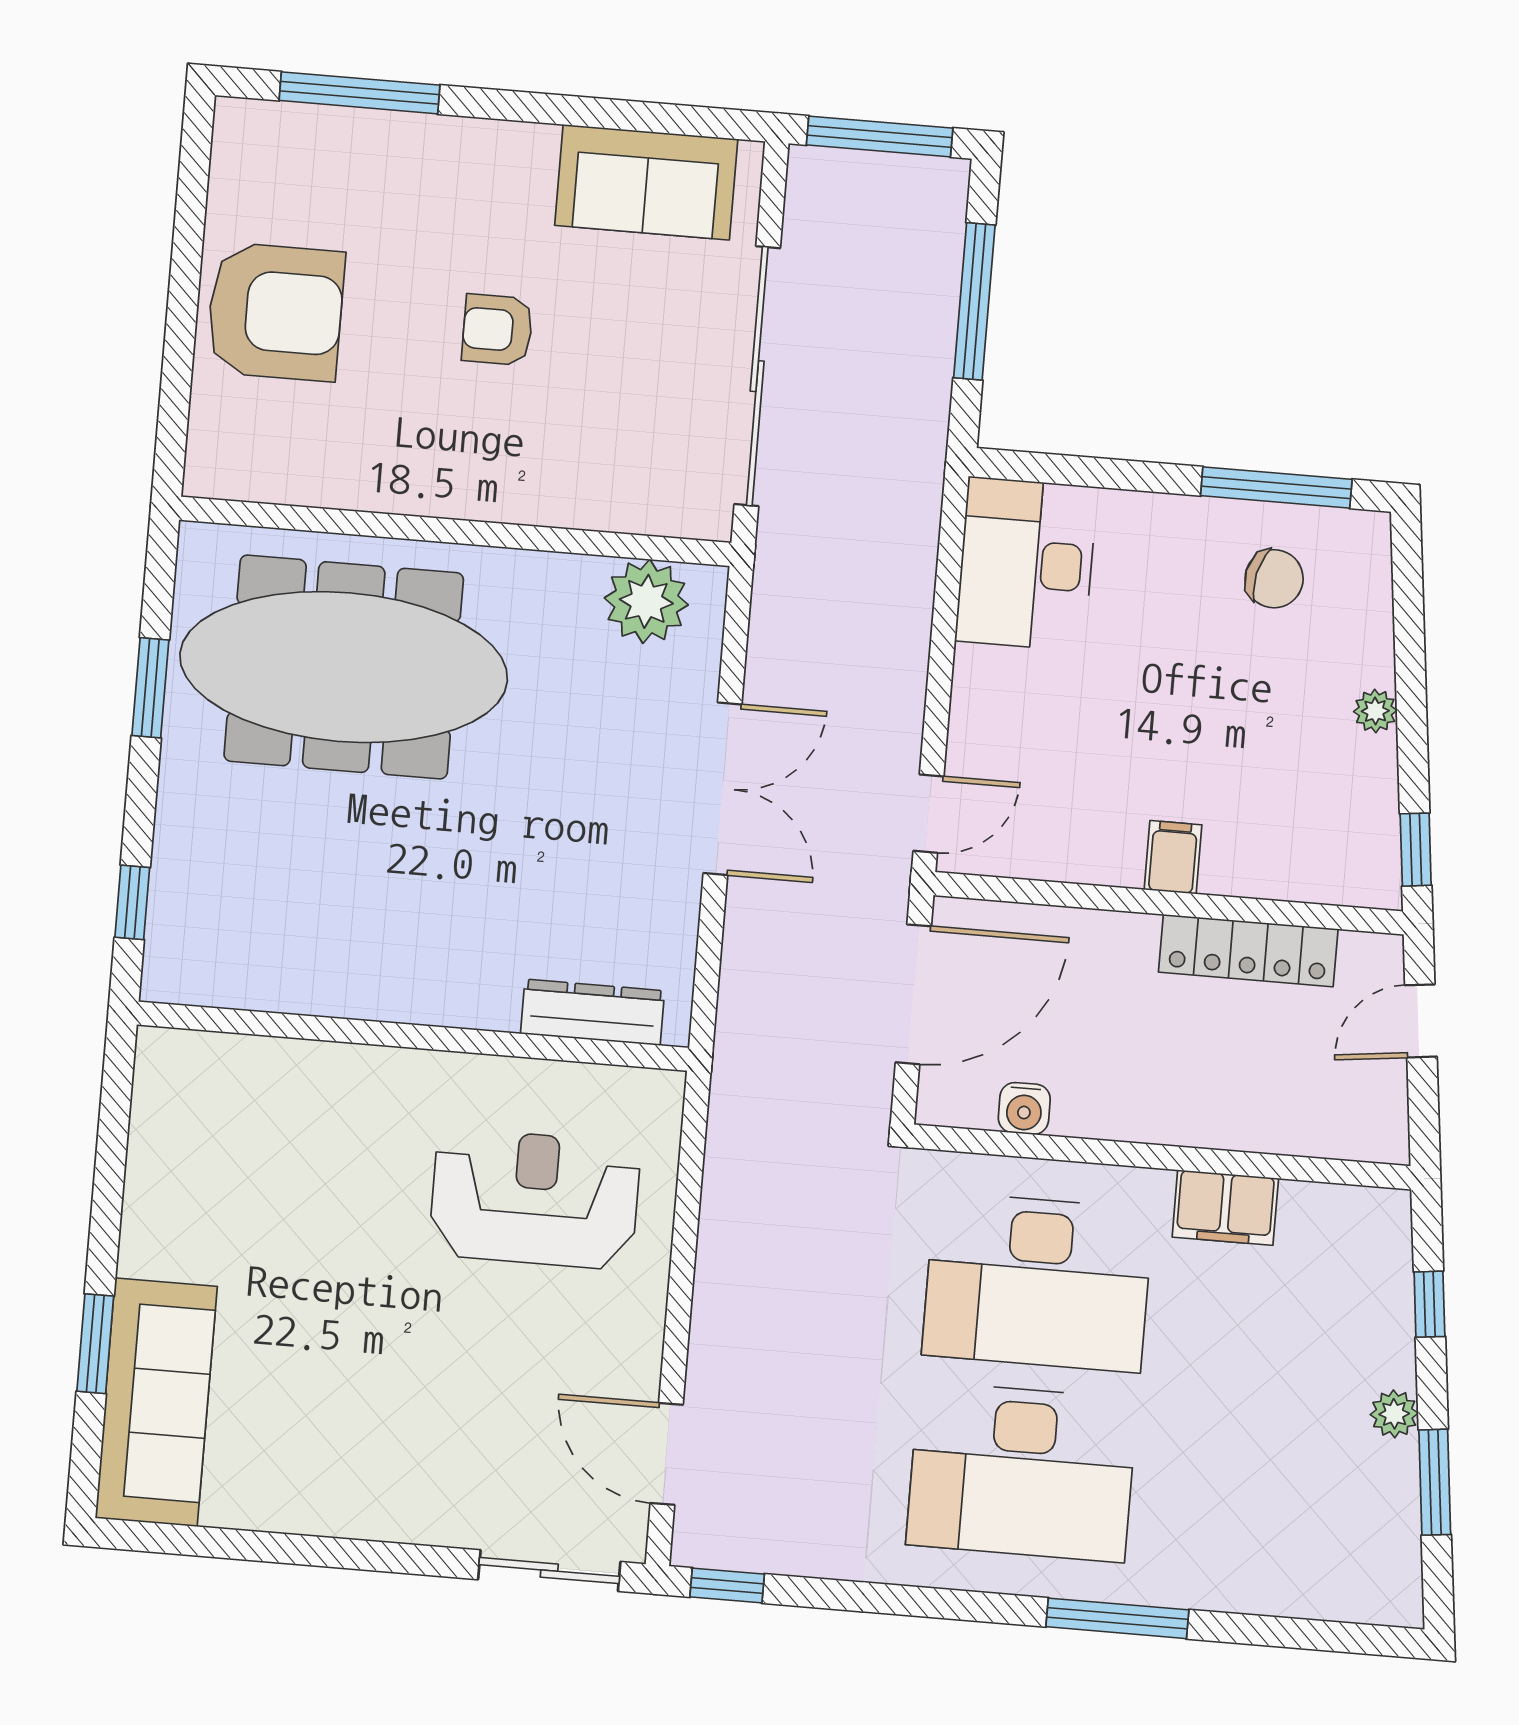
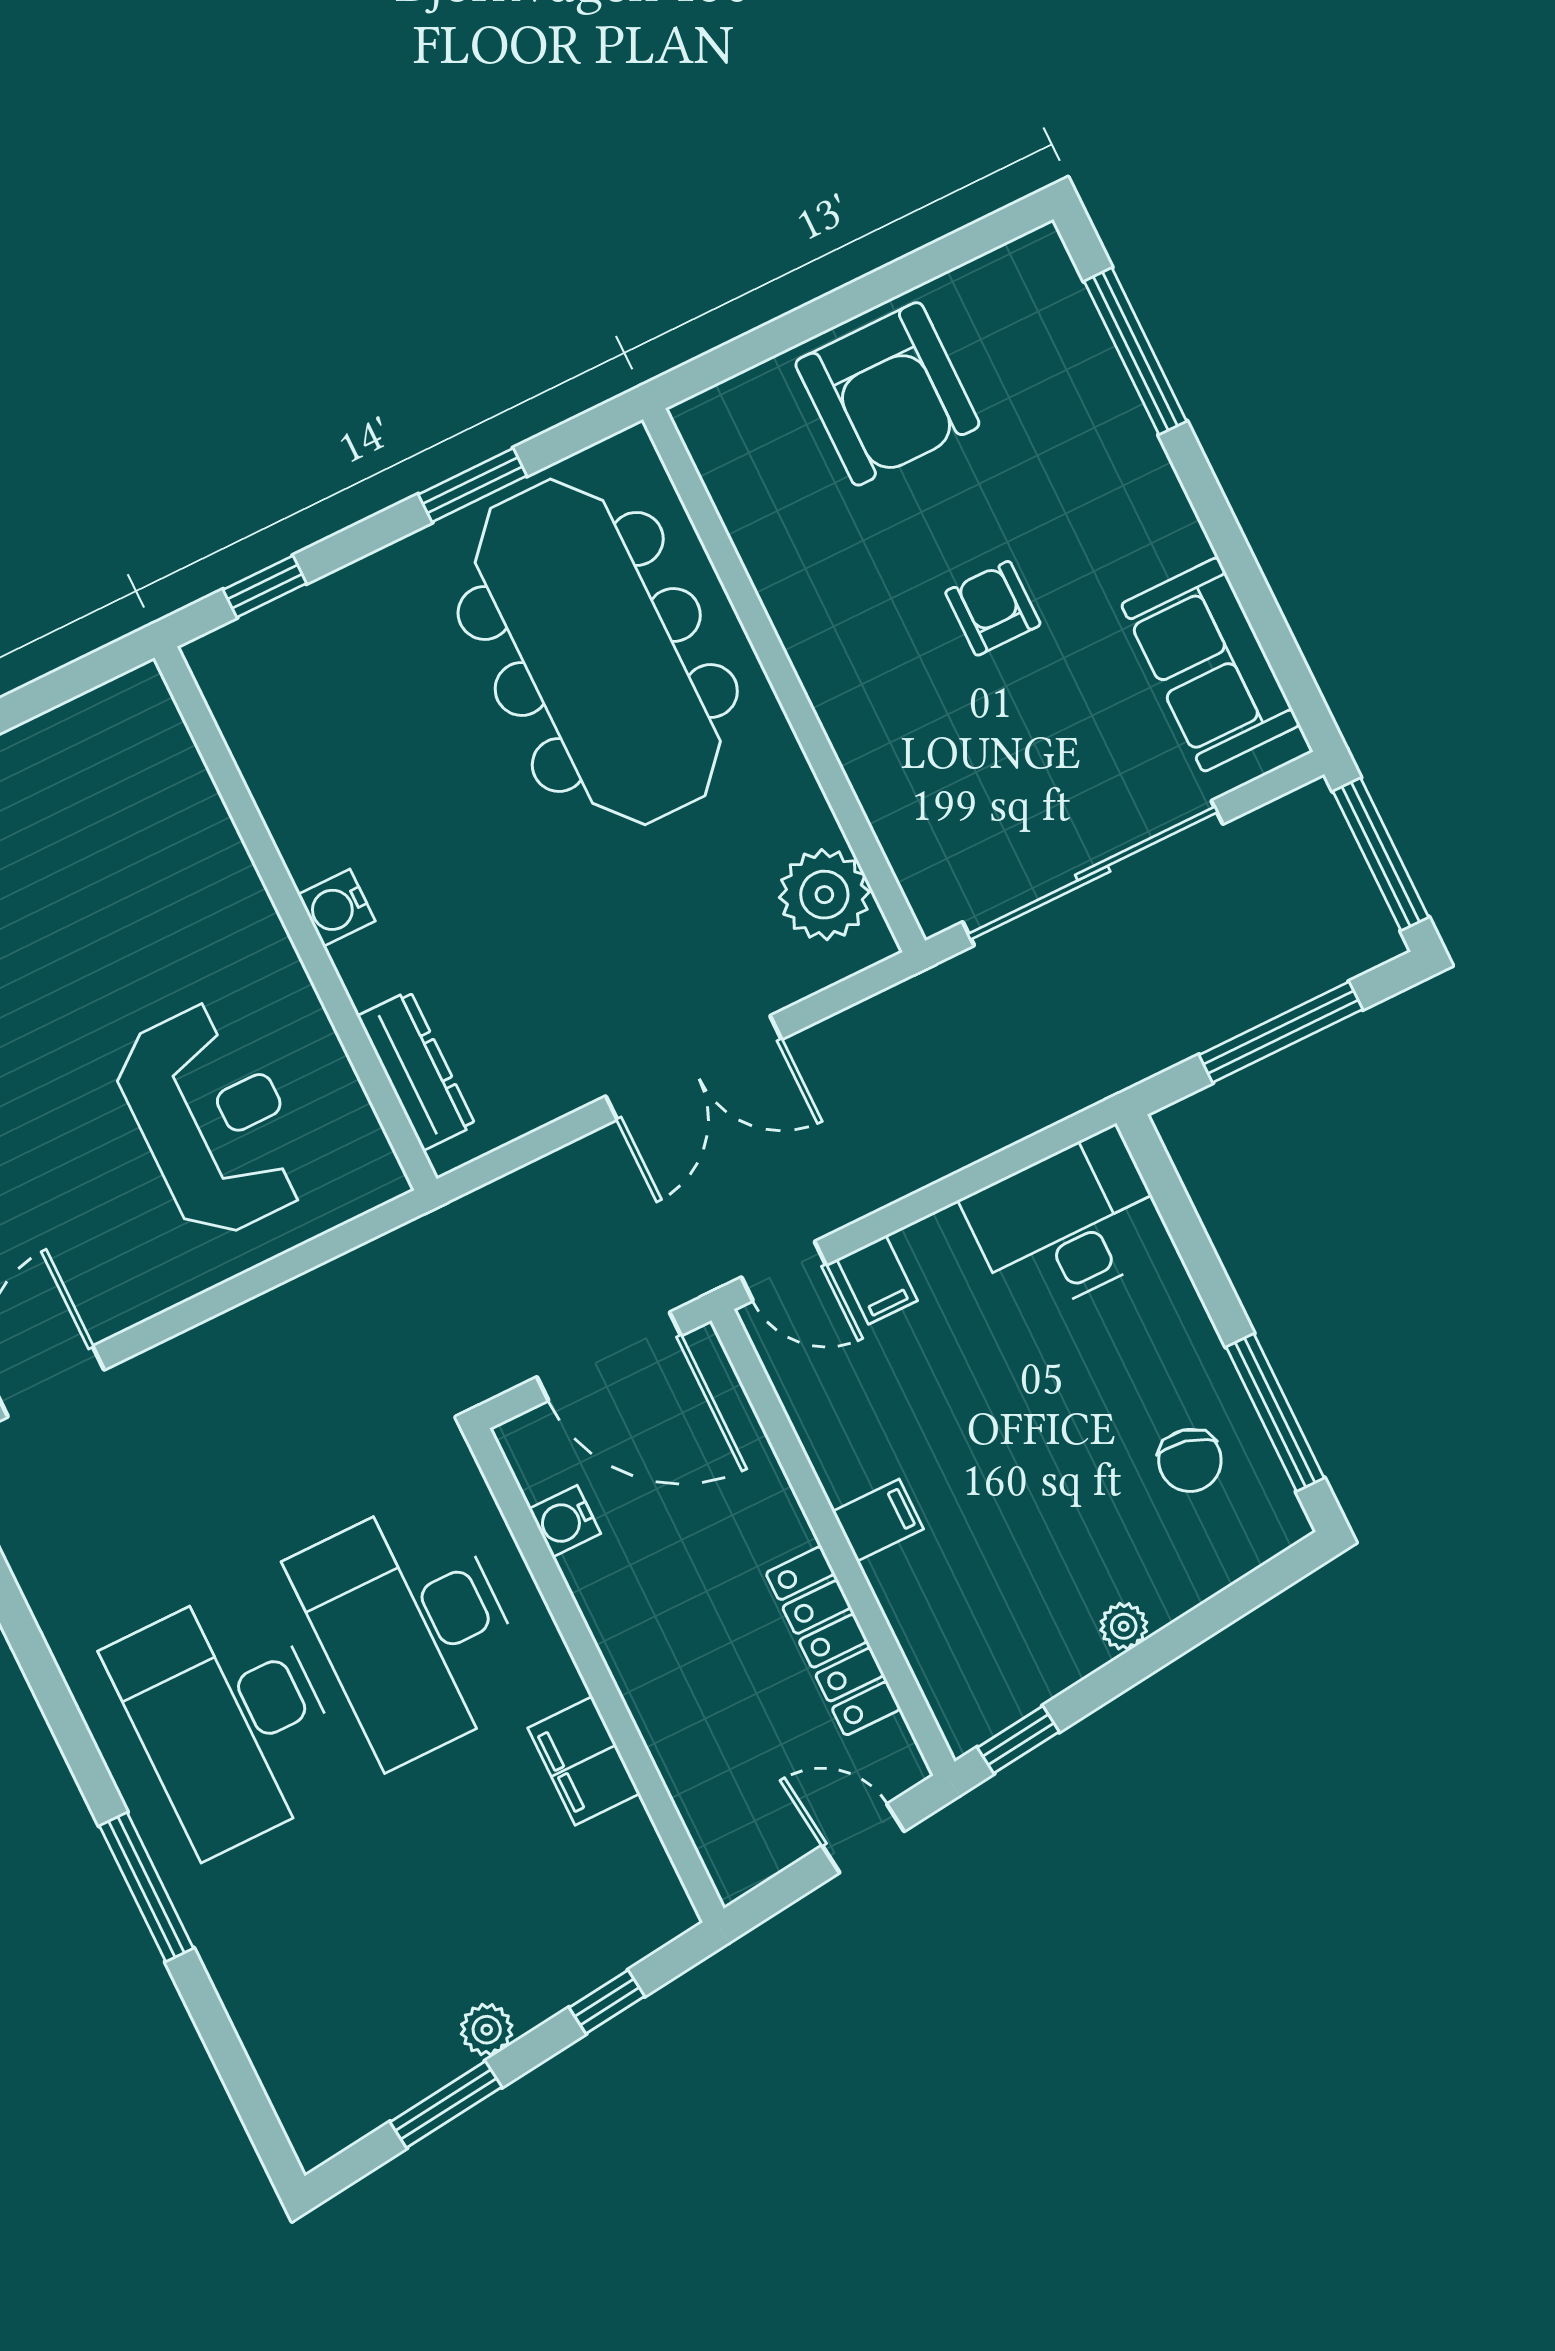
filing cabinet: (980, 743) -> (877, 1280), added
water cooler: (424, 998) -> (337, 908), added

